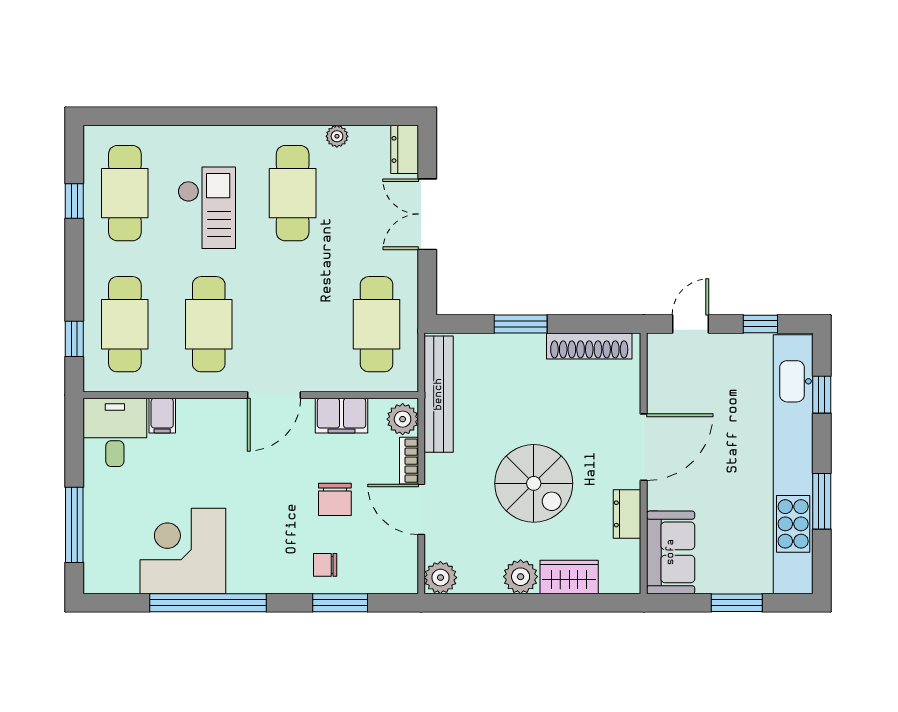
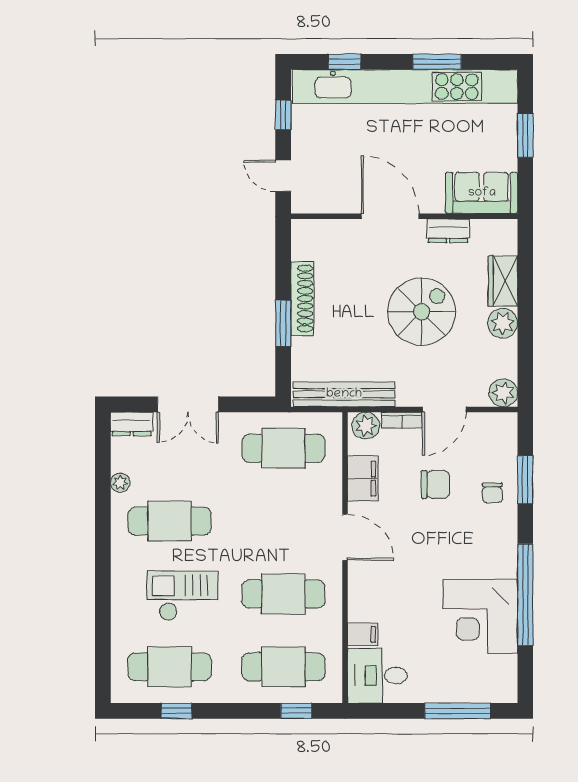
shoe rack: (589, 346) -> (302, 298), moved

